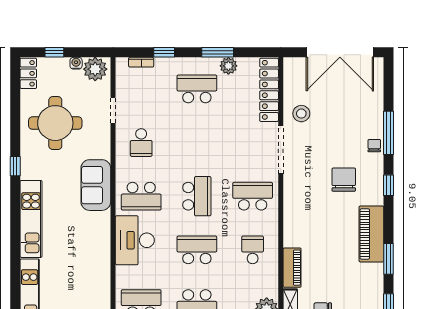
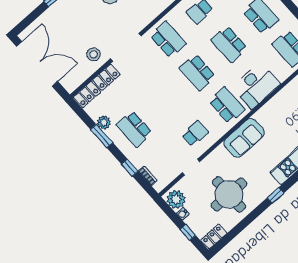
school desk: (197, 196) -> (197, 72), turned -90
school desk: (253, 196) -> (168, 39), turned 180

